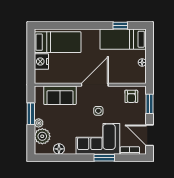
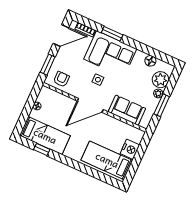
door: (149, 135) -> (61, 36), hinge flipped

